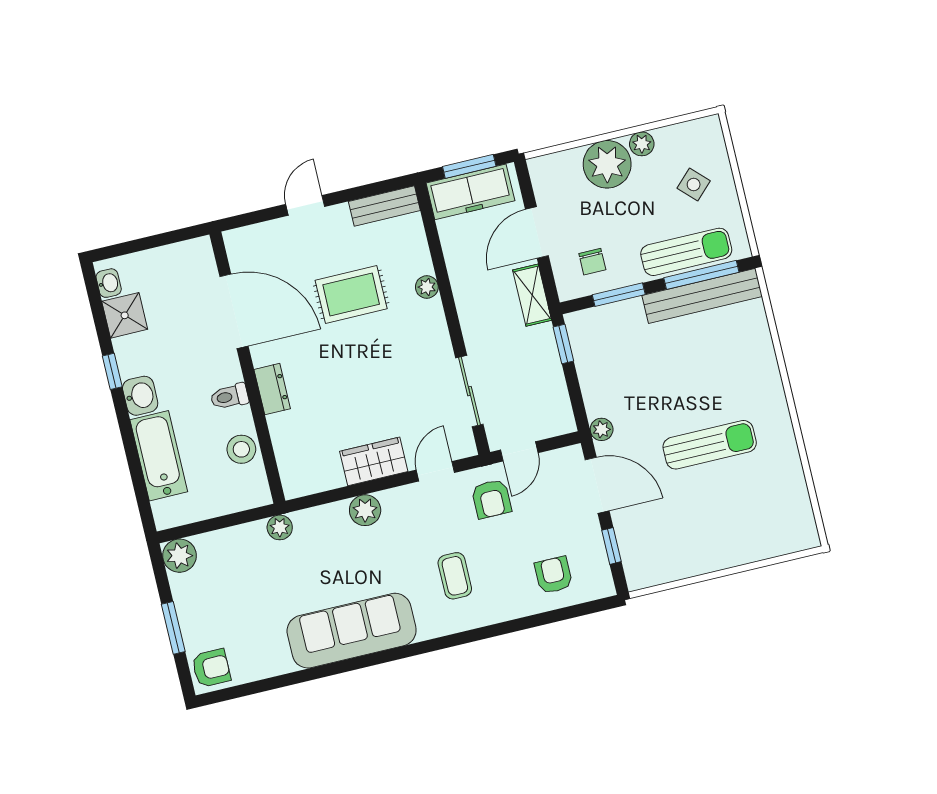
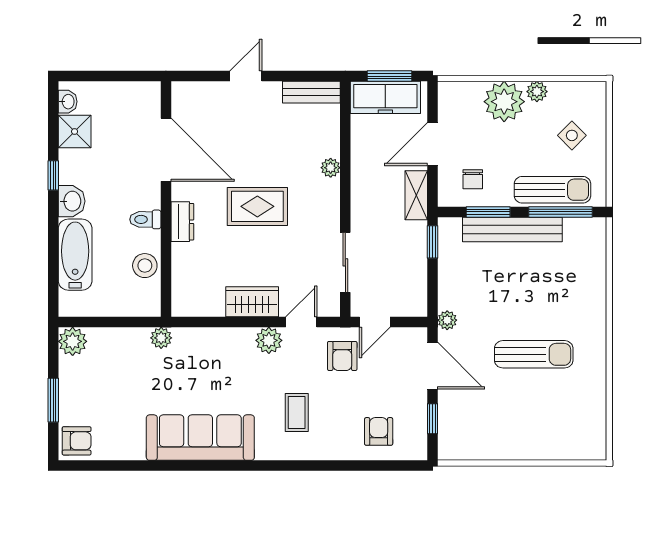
rug: (351, 294) -> (257, 206), moved
bench: (702, 296) -> (512, 229), moved
plant: (365, 510) -> (269, 340), moved

